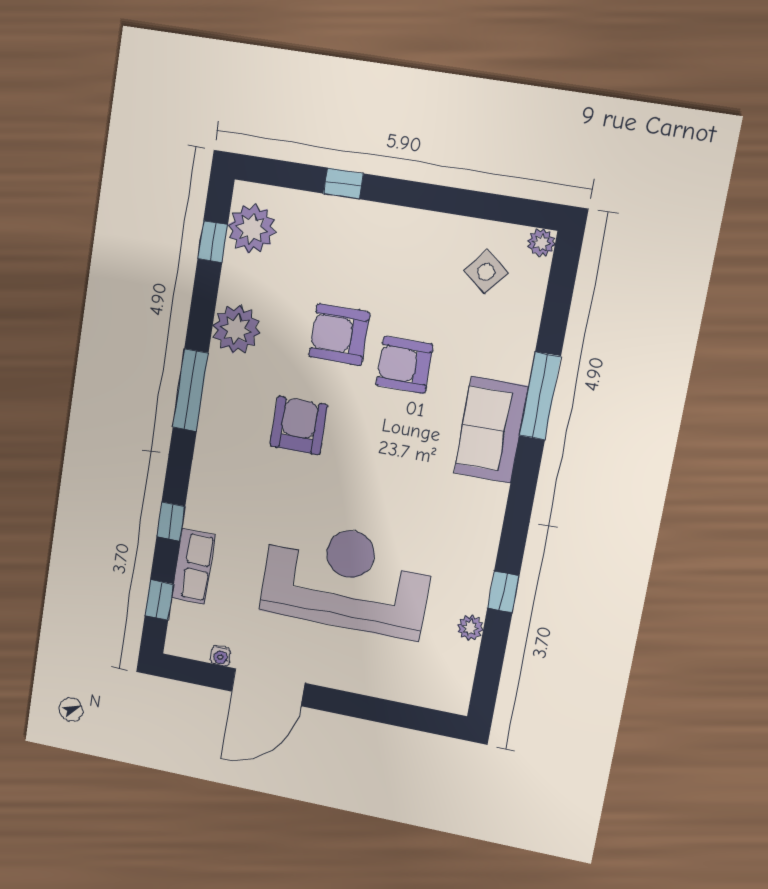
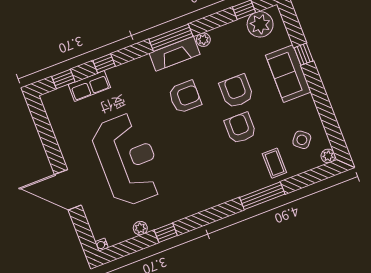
plant: (236, 329) -> (203, 40), width x0.53, depth x0.53
coffee table: (497, 342) -> (274, 163), added
fireplace: (220, 400) -> (175, 54), added
sofa: (491, 430) -> (288, 74), moved, turned -90
water cooler: (221, 656) -> (102, 245), moved
door: (268, 687) -> (68, 190), moved

